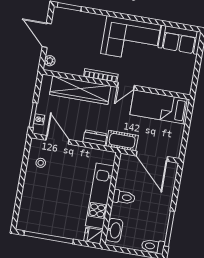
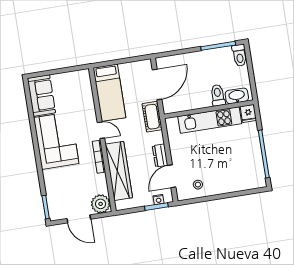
door: (47, 35) -> (79, 219), hinge flipped
plant: (50, 61) -> (101, 204), width x1.88, depth x1.88
dresser: (95, 138) -> (160, 155), moved
toilet: (124, 197) -> (218, 95), moved

